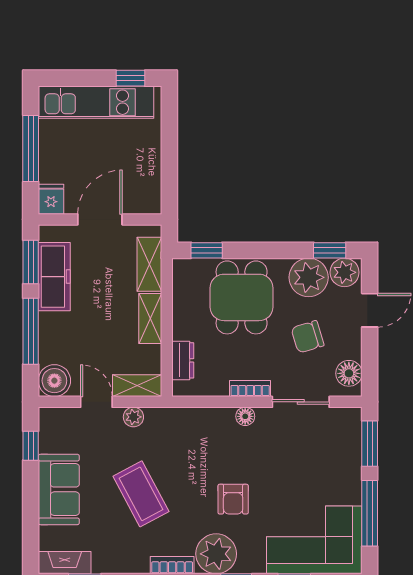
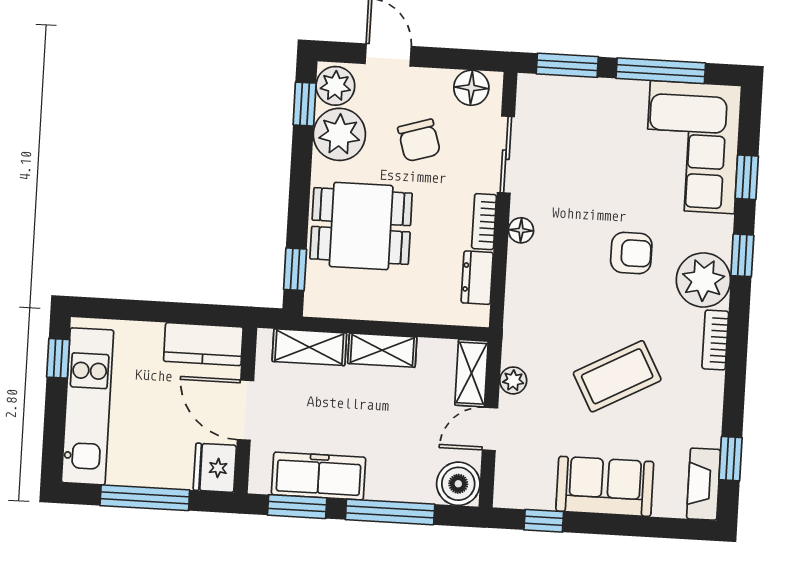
kitchen counter: (147, 185) -> (203, 344), added
fridge: (51, 199) -> (215, 468), width x1.38
dresser: (183, 360) -> (477, 278), moved, turned -90

